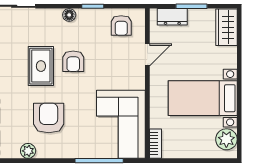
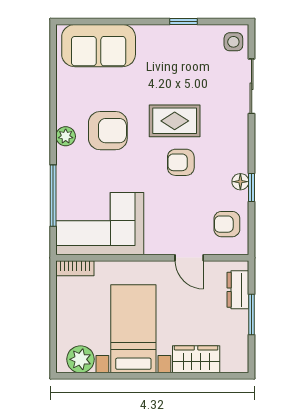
floor lamp: (69, 15) -> (240, 182), moved
wardrobe: (226, 27) -> (196, 359), moved
plant: (28, 151) -> (66, 136), moved

